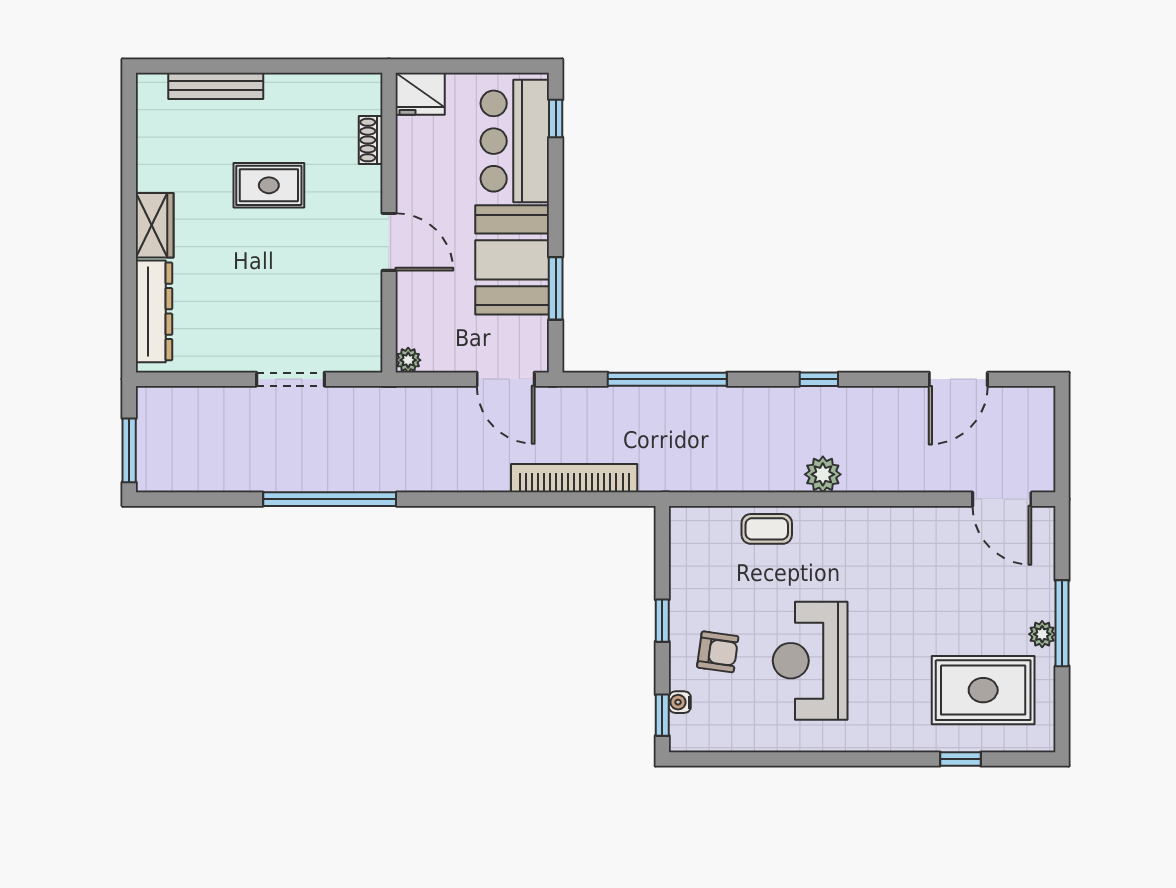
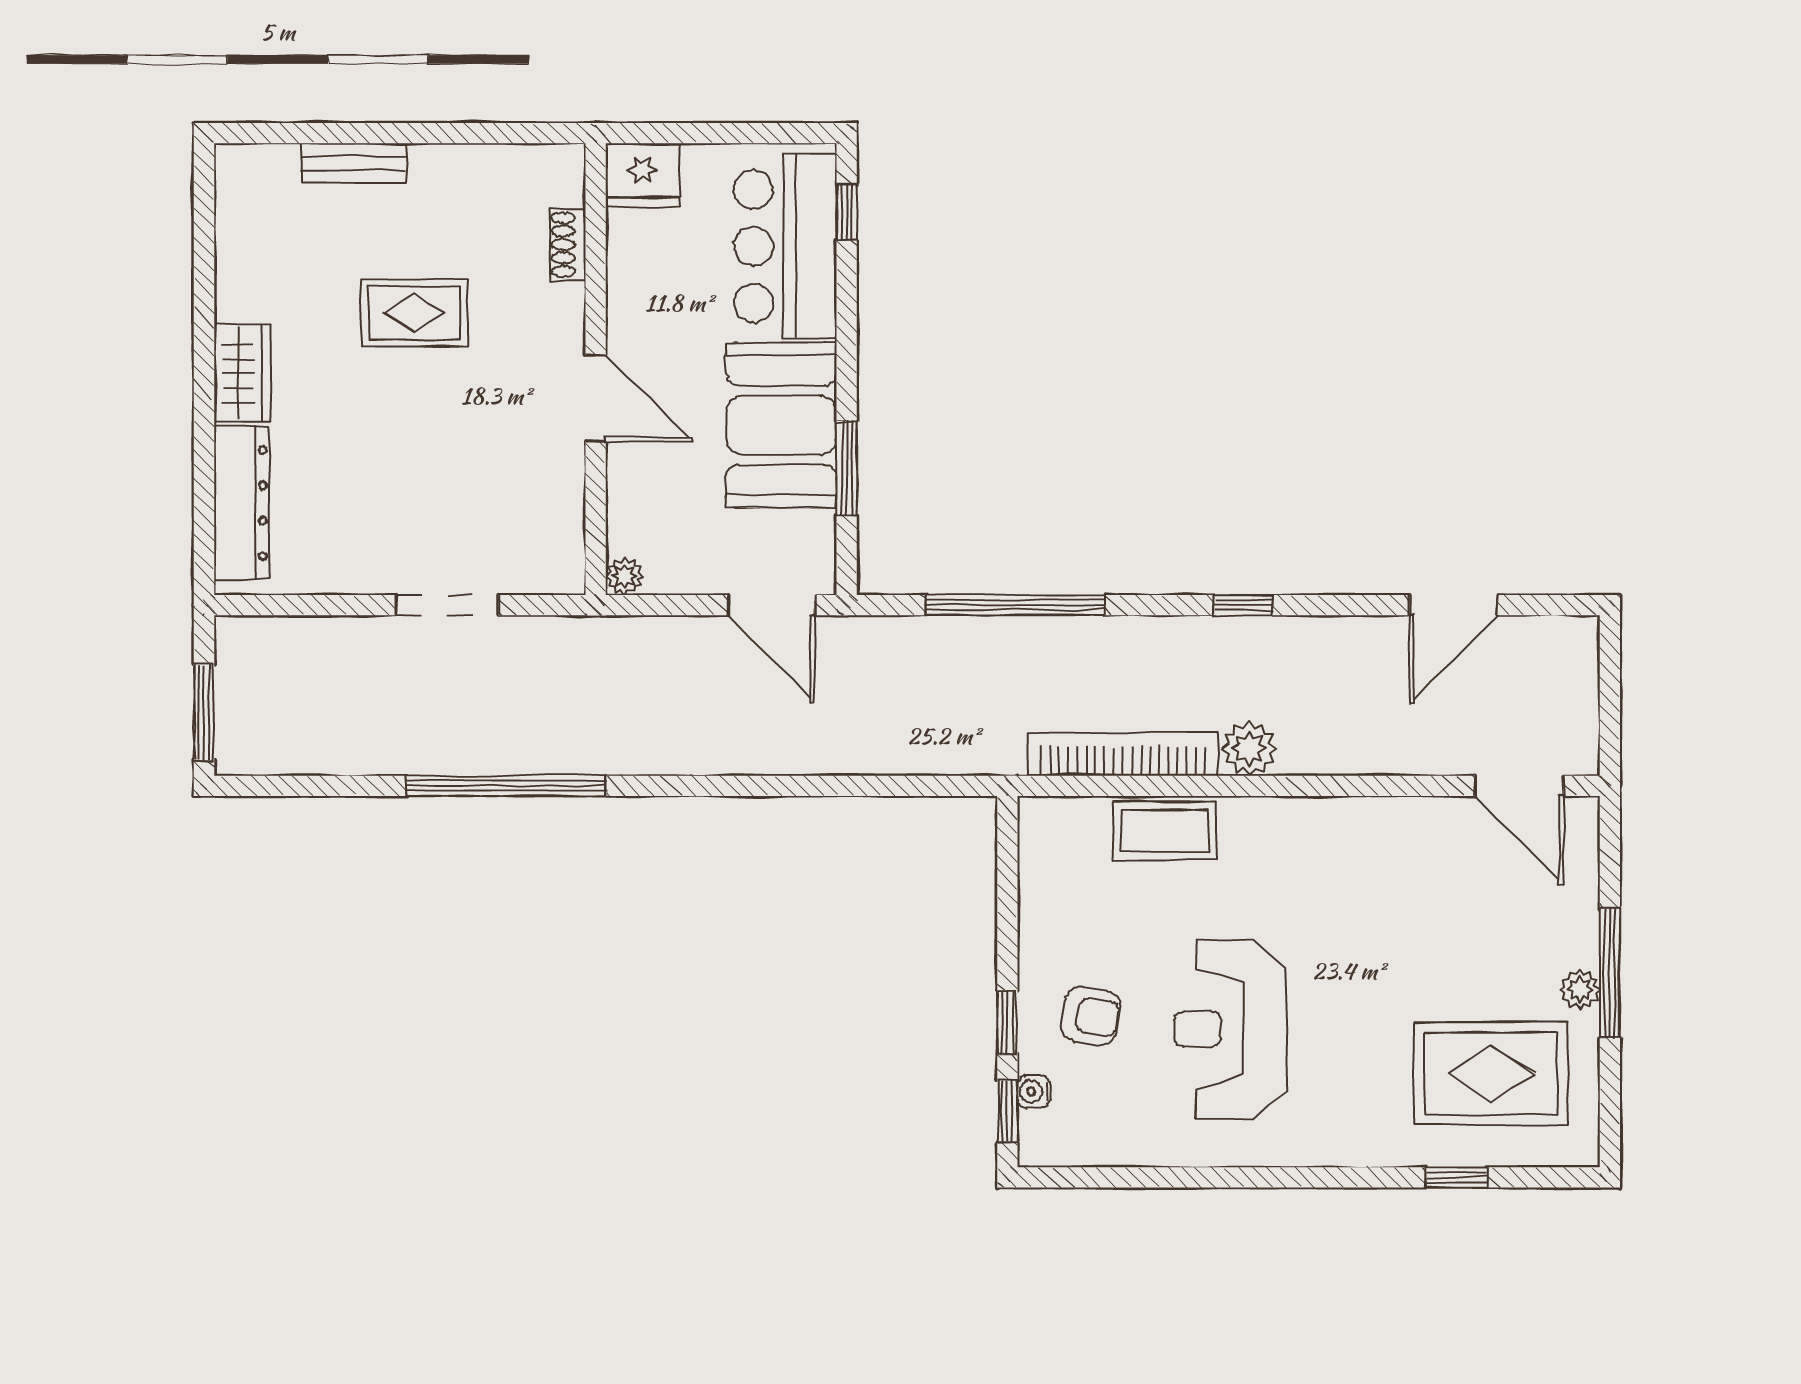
bench: (216, 86) -> (354, 163), width x0.73
bookcase: (574, 478) -> (1123, 754), moved
coffee table: (767, 529) -> (1165, 831), width x1.36, depth x1.30
window: (662, 621) -> (1007, 1023), moved

